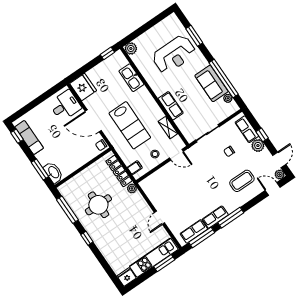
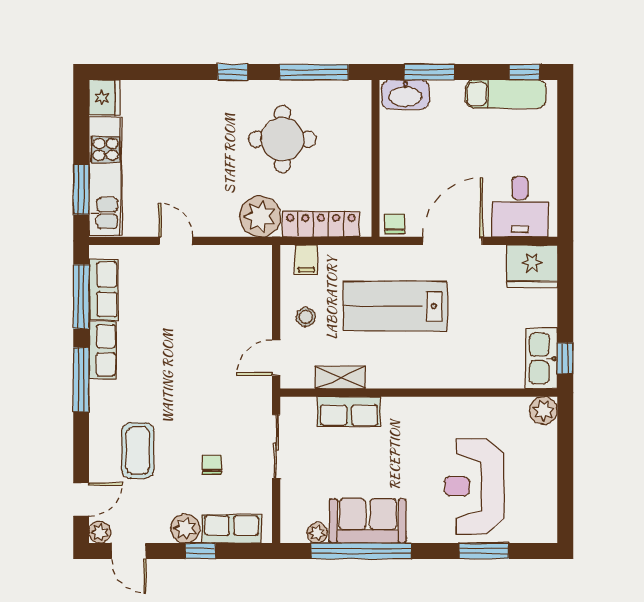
kitchen sink: (131, 78) -> (541, 358), moved, turned -90
row of seats: (171, 106) -> (349, 412), moved
plant: (132, 188) -> (260, 217), width x1.87, depth x1.87

